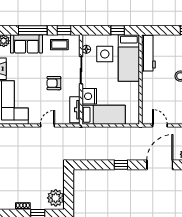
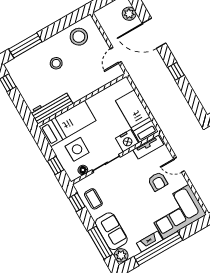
window: (33, 30) -> (100, 243), moved
window: (118, 30) -> (56, 165), moved
armchair: (54, 83) -> (158, 181), moved

